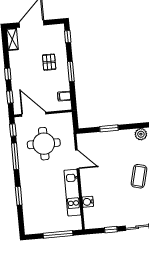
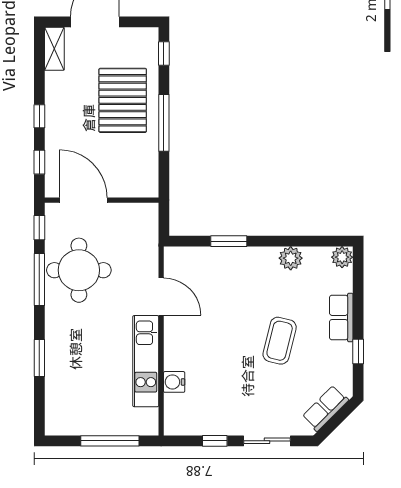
pallet: (49, 62) -> (123, 100), width x2.05, depth x2.00
window: (71, 72) -> (164, 123), width x1.44
filing cabinet: (64, 96) -> (146, 170), removed
round table: (44, 144) -> (79, 270), moved

